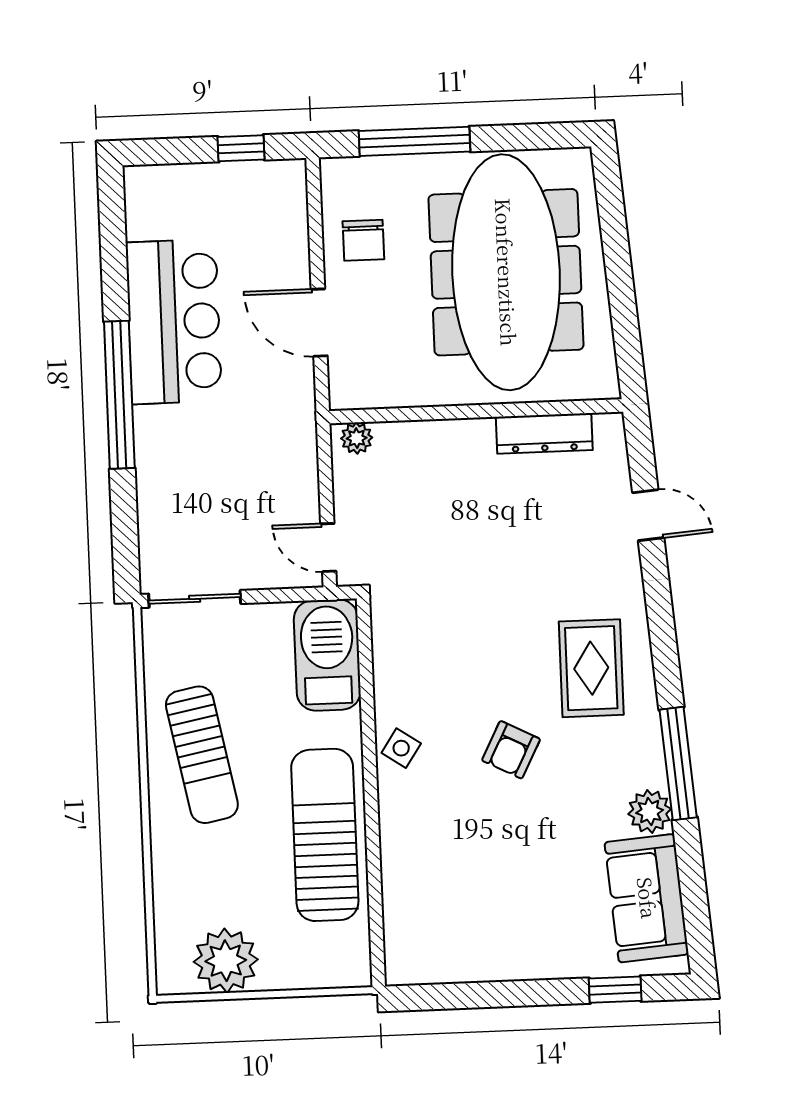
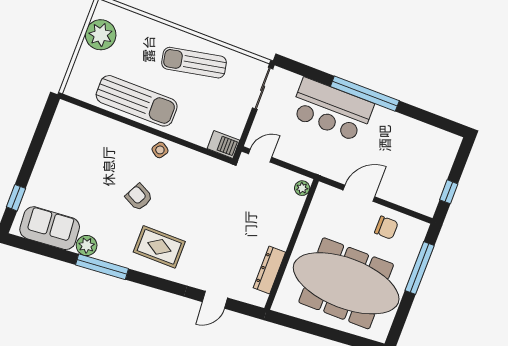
chair: (363, 240) -> (386, 228), turned 180
bar counter: (174, 322) -> (332, 110), moved
barbecue: (327, 655) -> (223, 144), width x0.53, depth x0.65

